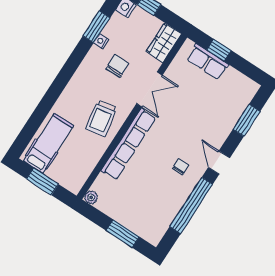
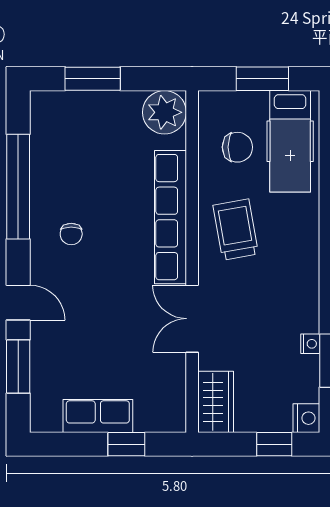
row of seats: (208, 62) -> (98, 416), moved
chair: (117, 66) -> (237, 147), moved, turned -90
door: (219, 163) -> (18, 303), moved
plant: (91, 197) -> (164, 112), width x1.87, depth x1.87

